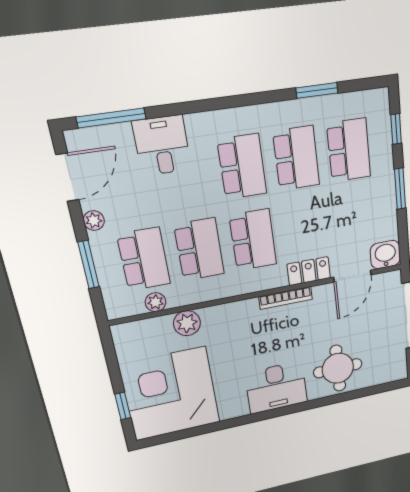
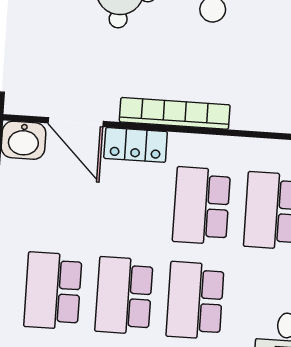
door: (353, 276) -> (76, 122), swing flipped
bookcase: (286, 298) -> (175, 113), width x1.48, depth x1.31

